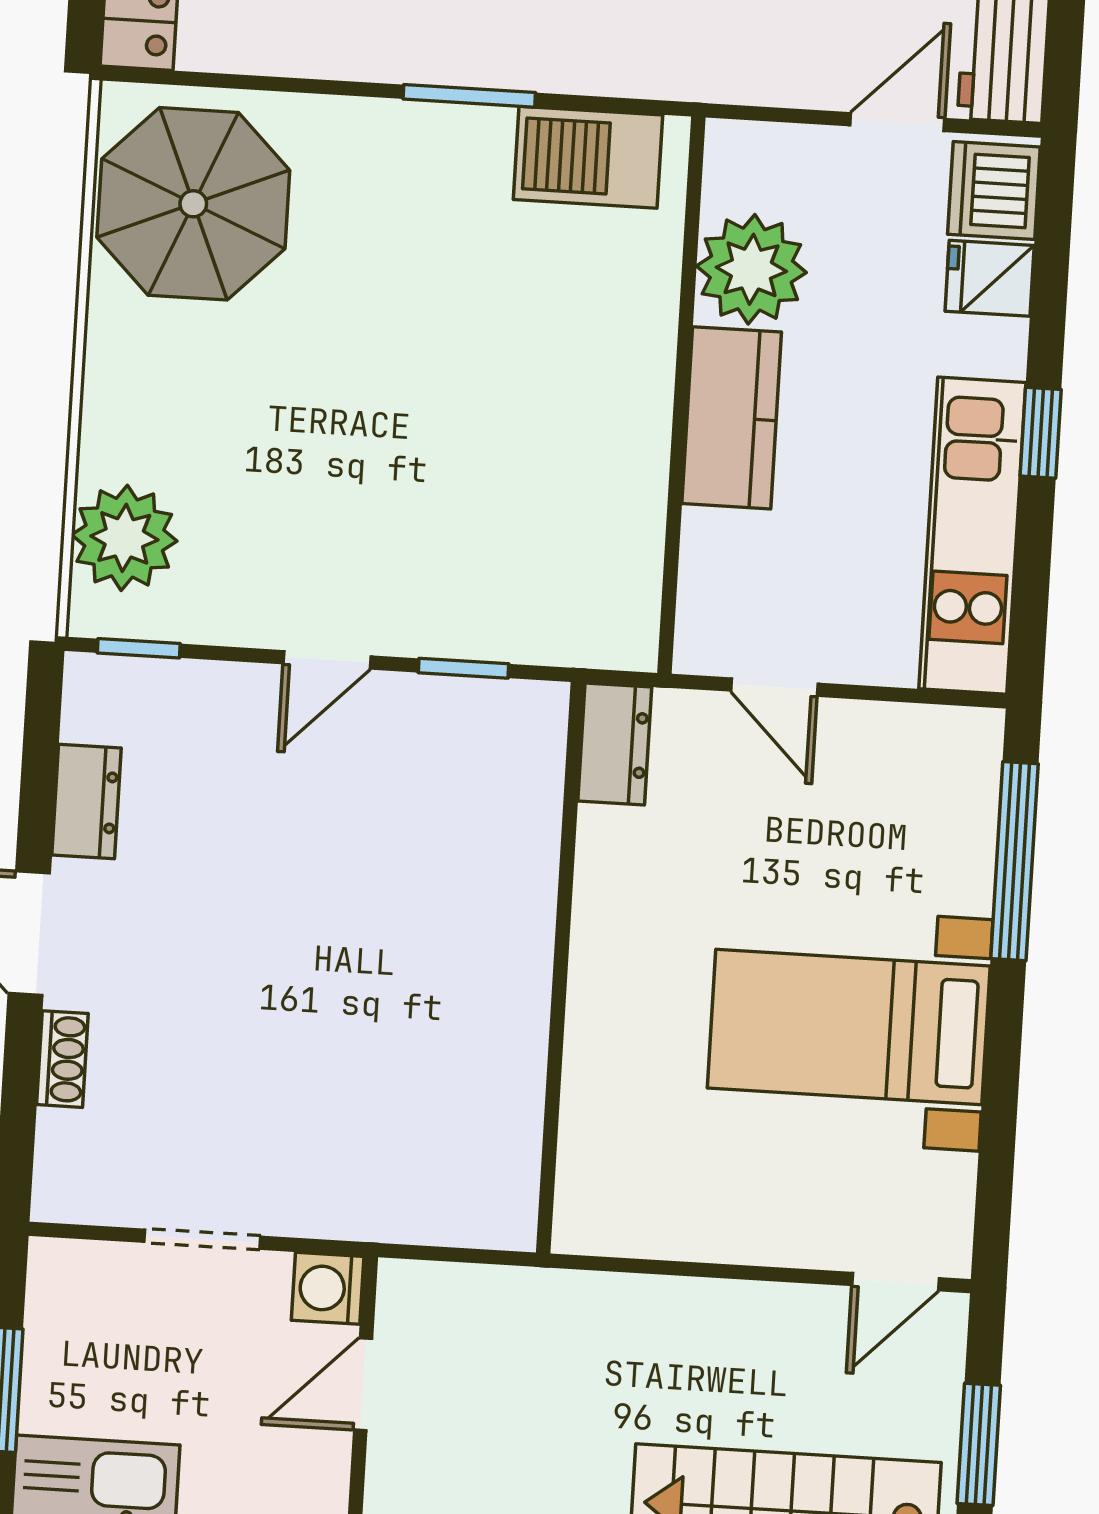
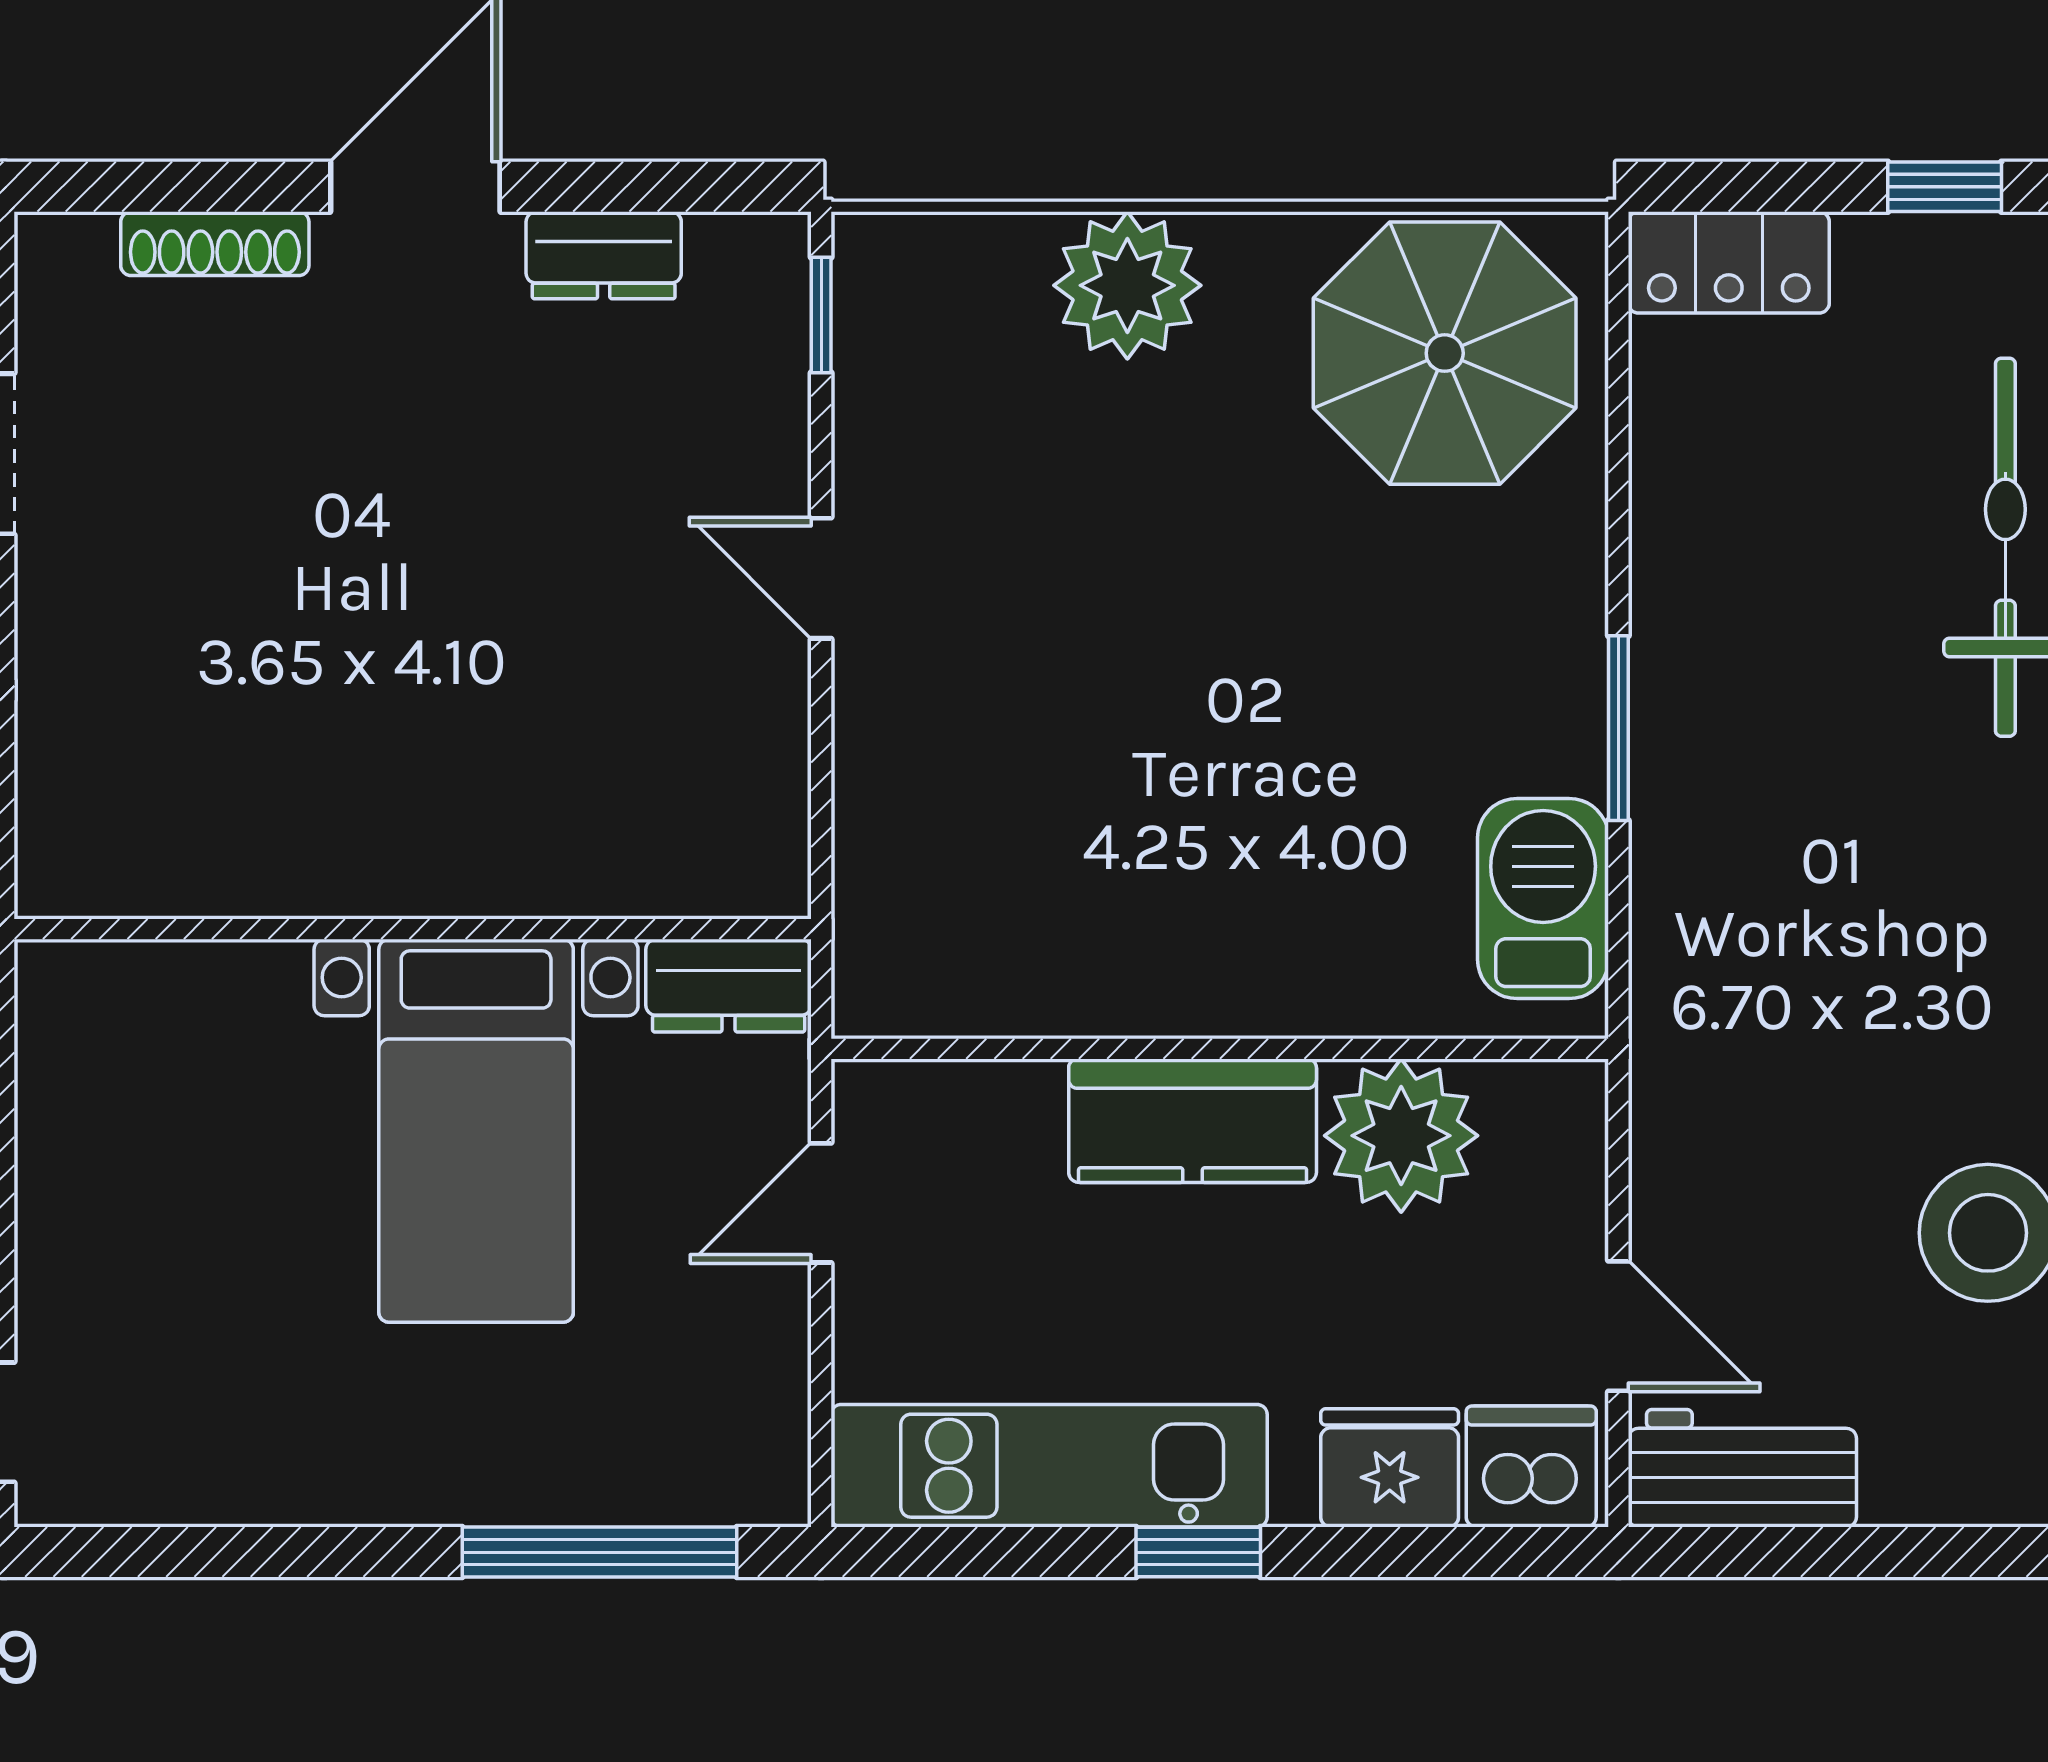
fridge: (990, 278) -> (1390, 1468), width x1.38
plant: (124, 538) -> (1127, 285), moved
window: (464, 668) -> (821, 769), removed
bed with nightstands: (849, 1027) -> (476, 1131), moved, turned 180
shoe rack: (62, 1059) -> (215, 244), width x1.43

